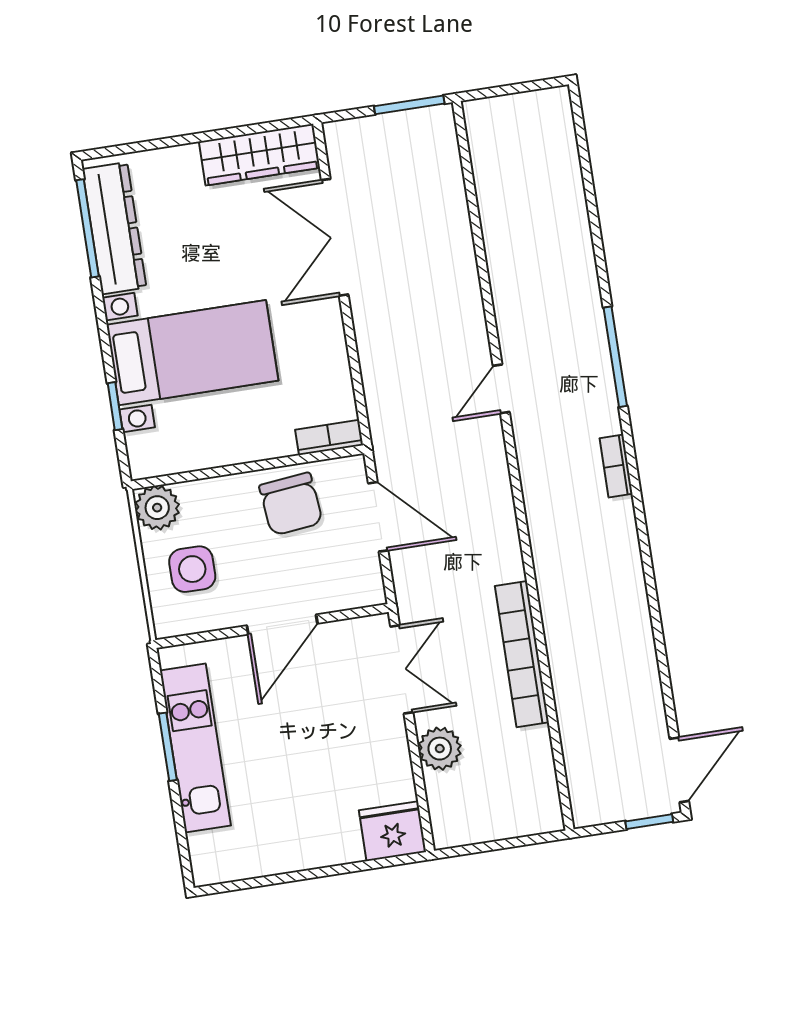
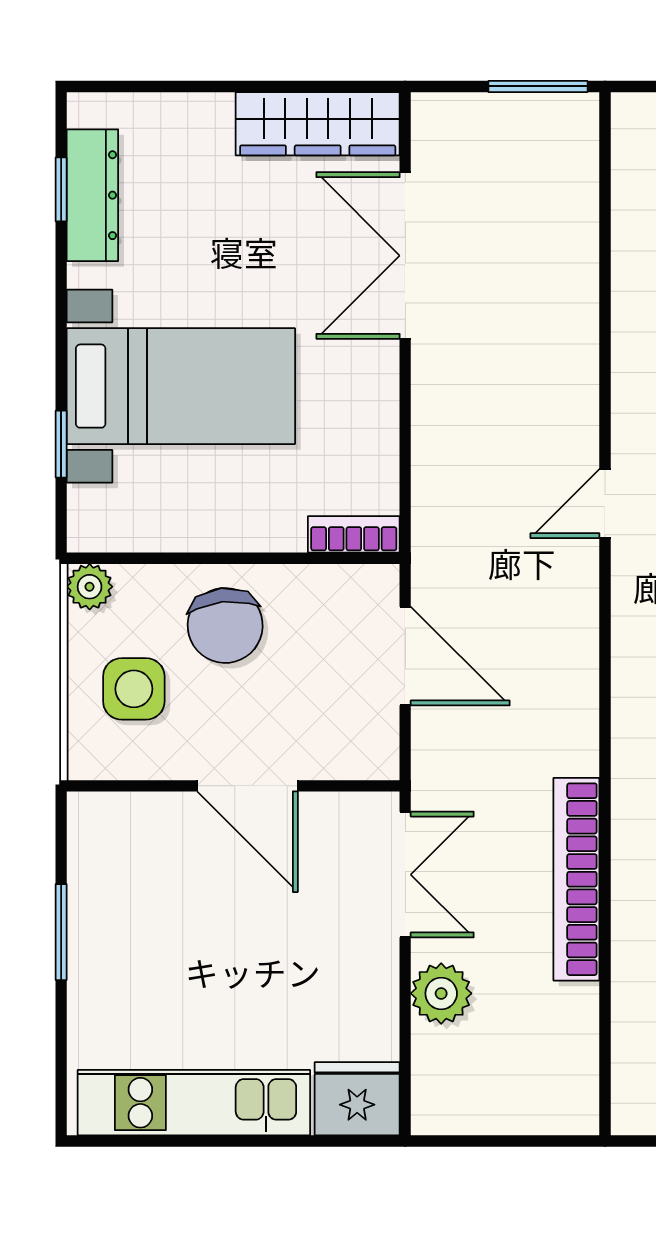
window: (87, 228) -> (61, 189), width x0.46
dresser: (114, 228) -> (92, 195), width x0.73, depth x0.80
chair: (291, 504) -> (225, 625), moved
plant: (157, 508) -> (90, 587), width x0.73, depth x0.73
door: (282, 624) -> (247, 786), hinge flipped
kitchen unit: (195, 748) -> (194, 1103), moved, turned -90

